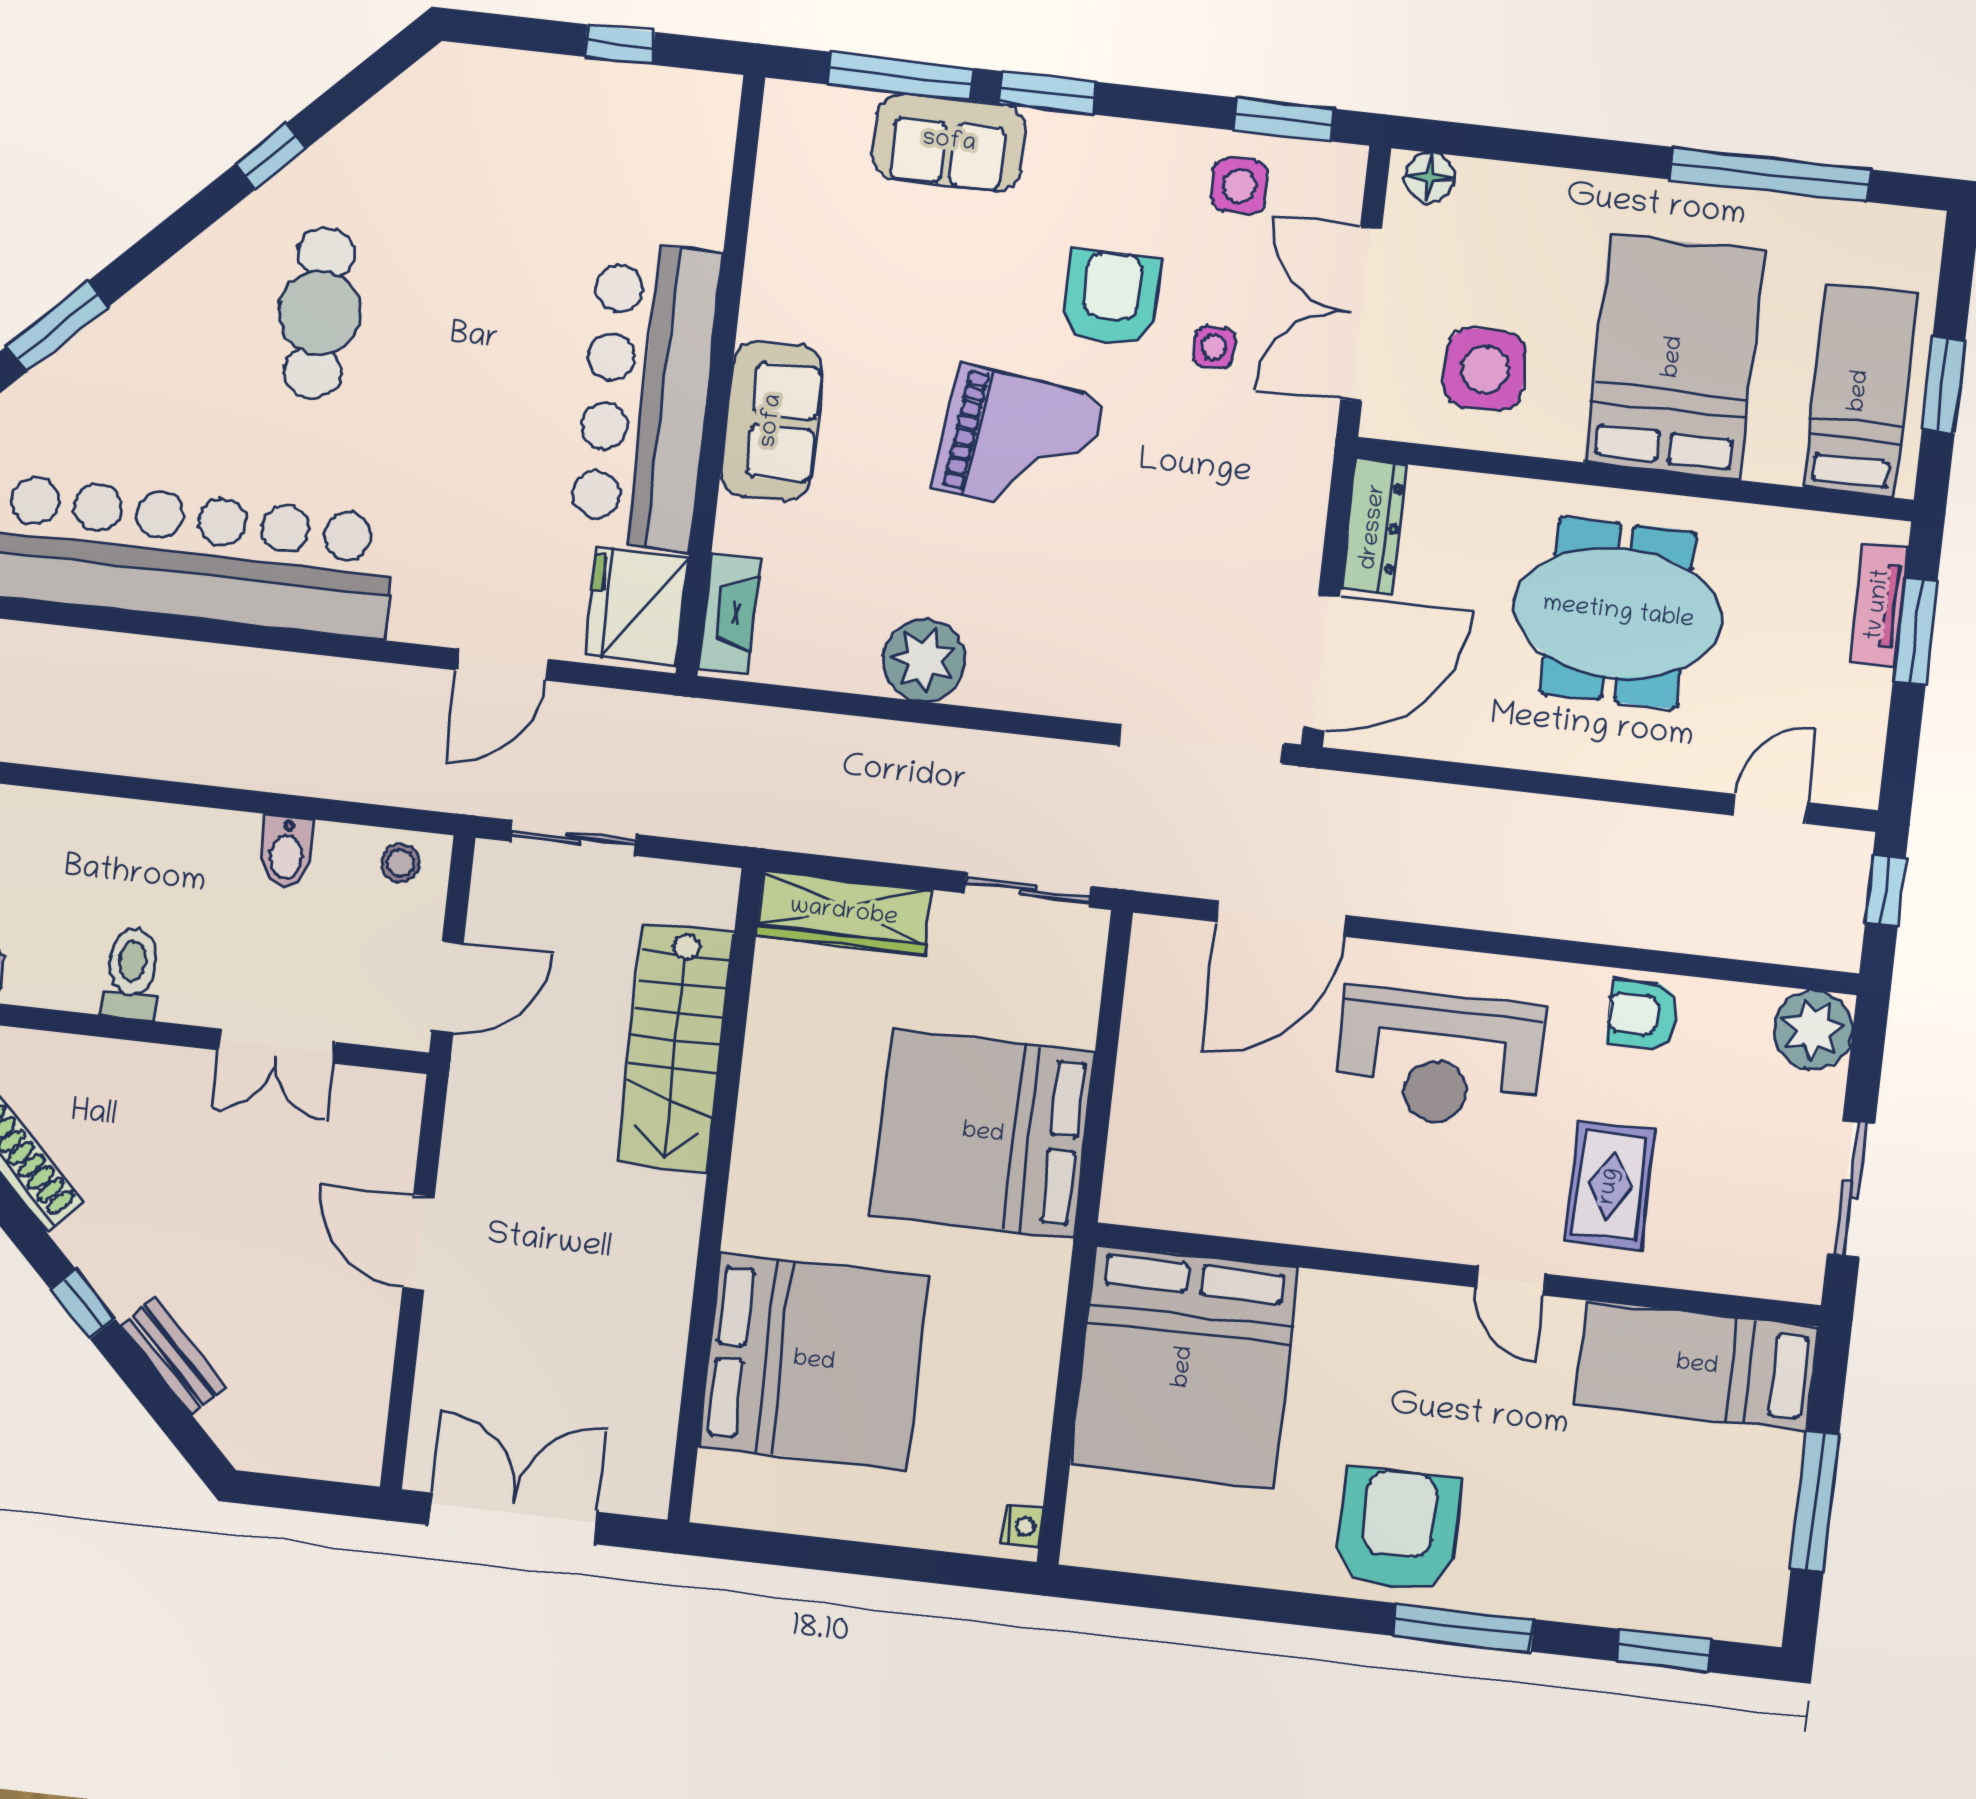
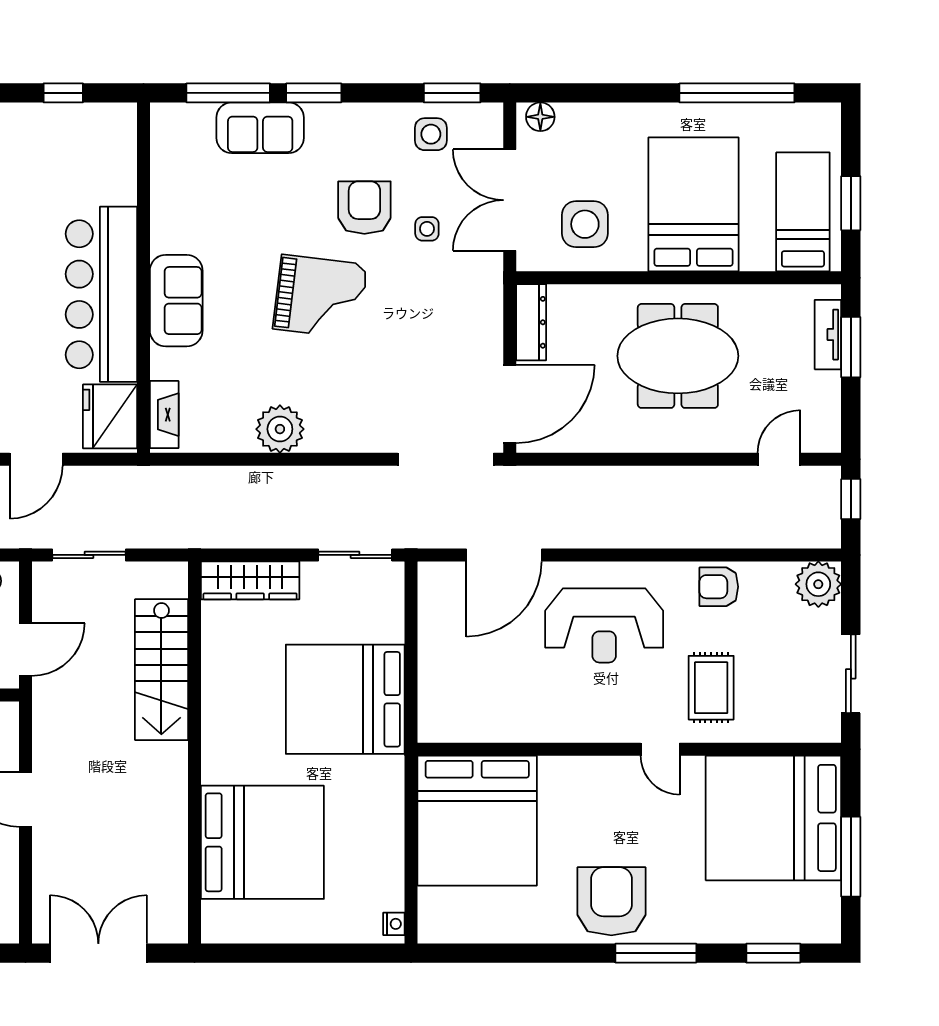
bed: (1697, 1366) -> (773, 818), width x2.04

